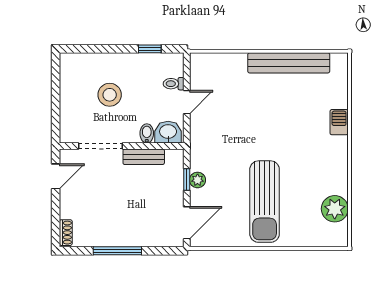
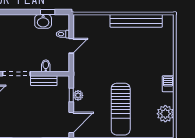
stool: (110, 95) -> (22, 41), removed
barbecue: (339, 122) -> (168, 84), moved
washbasin: (168, 132) -> (43, 21), moved, turned 180

